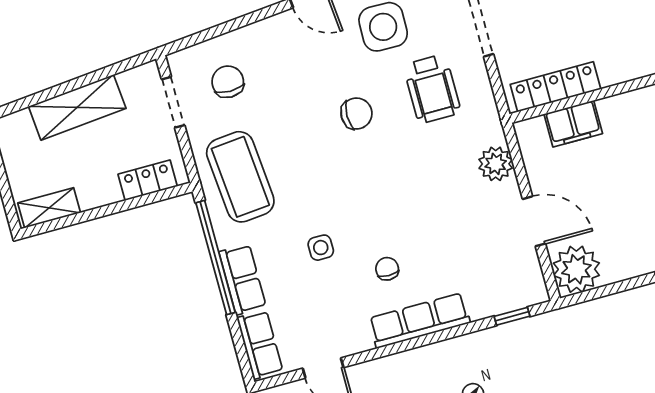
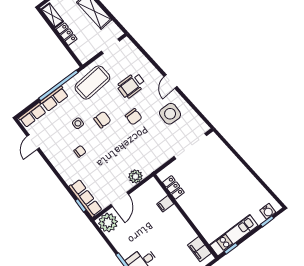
chair: (228, 82) -> (102, 120), moved
locker: (555, 87) -> (173, 187), width x0.66
wheelchair: (432, 89) -> (131, 85), moved
filing cabinet: (573, 124) -> (165, 204), width x0.50
locker: (148, 180) -> (67, 34), moved
row of seats: (419, 321) -> (86, 198), moved

